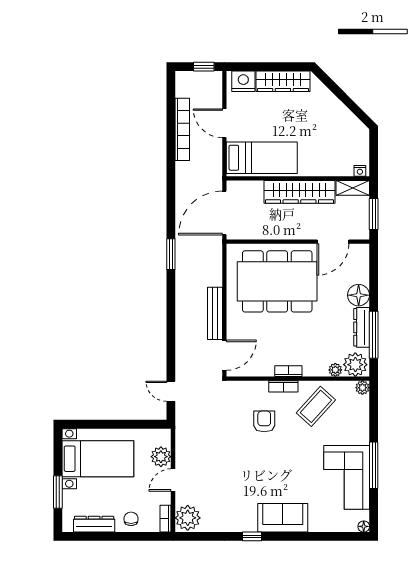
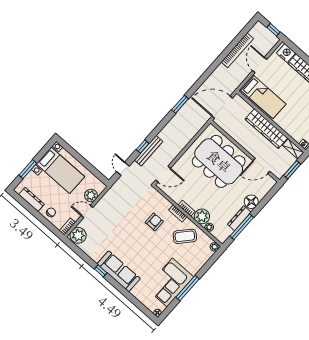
bench: (215, 313) -> (149, 151), moved
window: (171, 344) -> (143, 147), added
plant: (355, 365) -> (202, 216), moved
sofa: (283, 518) -> (119, 271), width x1.36

